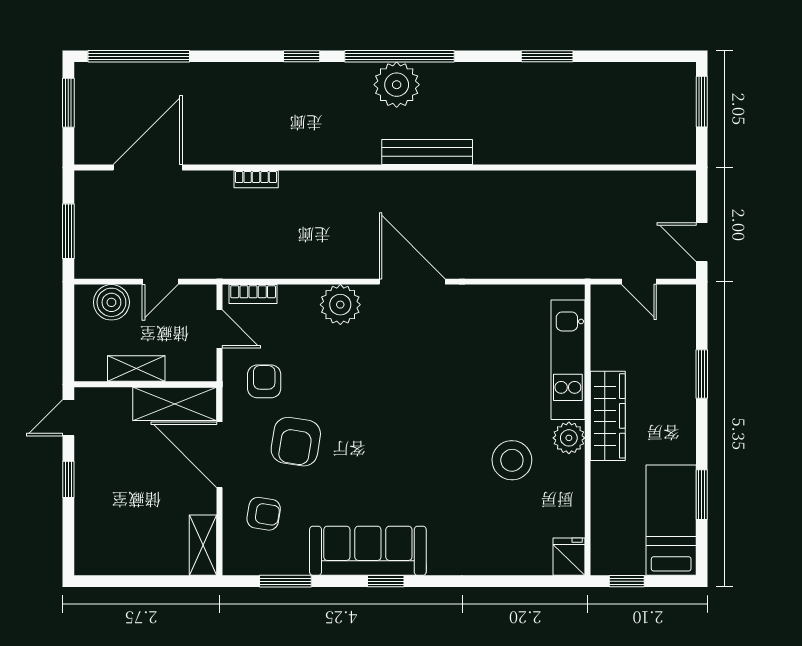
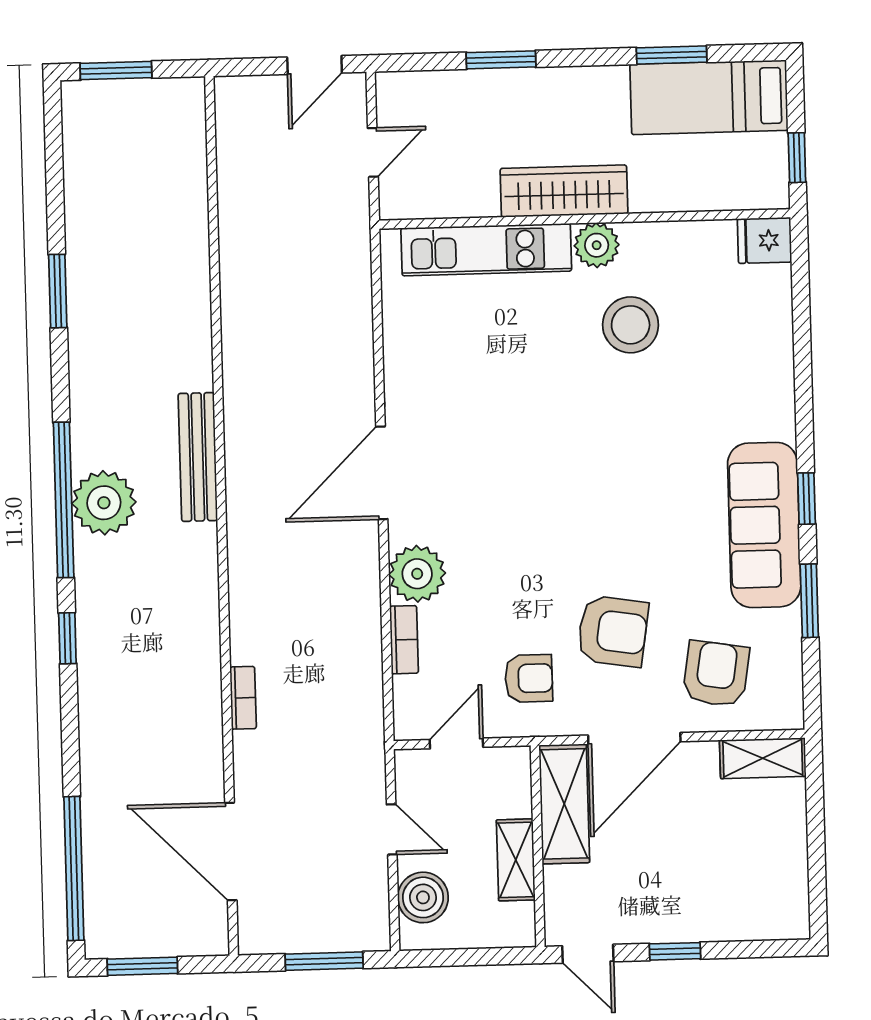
bookcase: (253, 294) -> (404, 640), moved
armchair: (264, 381) -> (529, 678), turned 180
armchair: (264, 514) -> (716, 674), width x1.38, depth x1.38
window: (285, 581) -> (809, 601), moved

